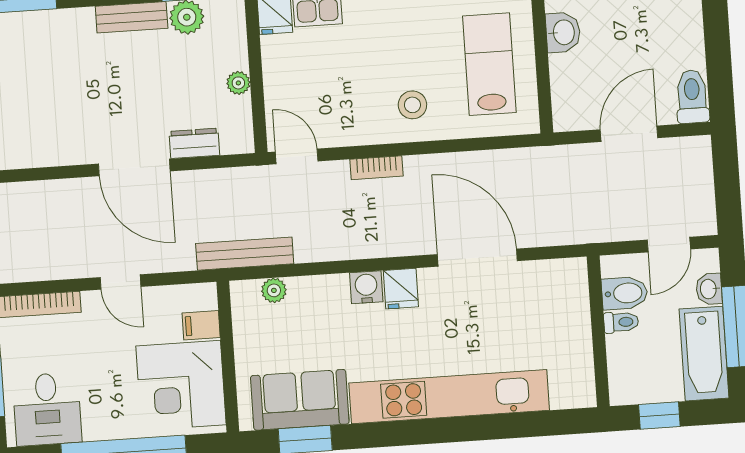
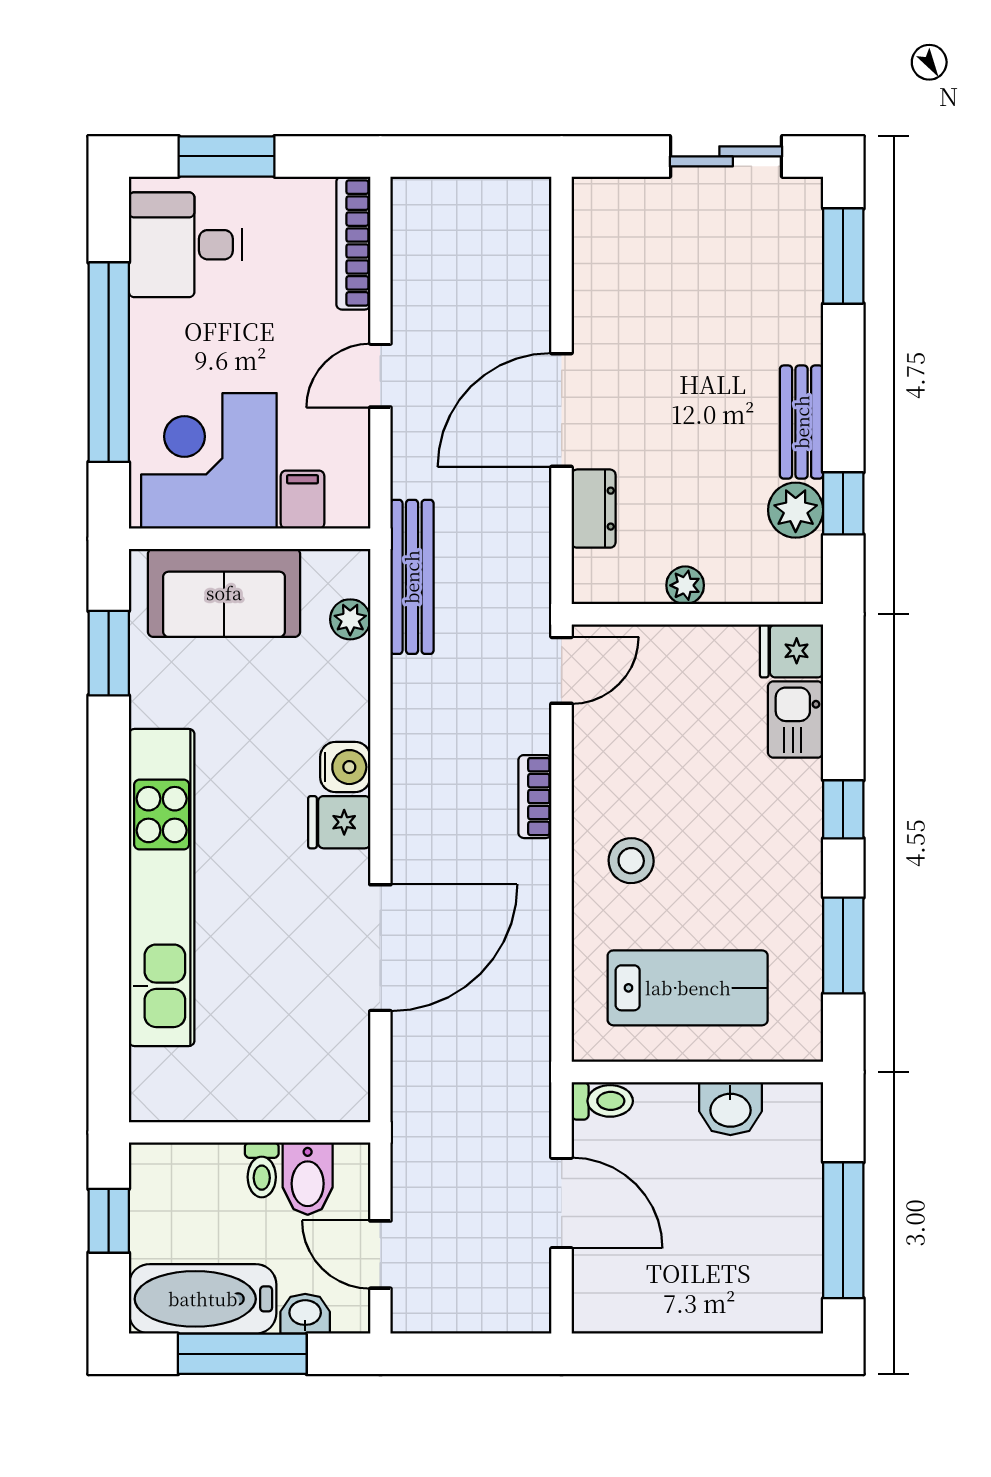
toilet: (692, 97) -> (602, 1101), moved, width x0.73, depth x0.72
sofa: (300, 400) -> (224, 593), moved, turned 90

